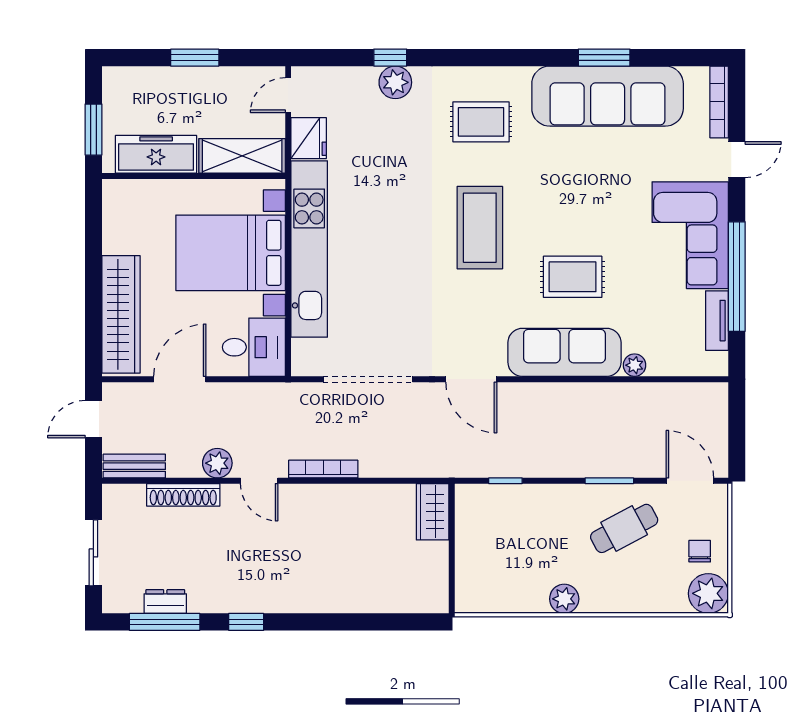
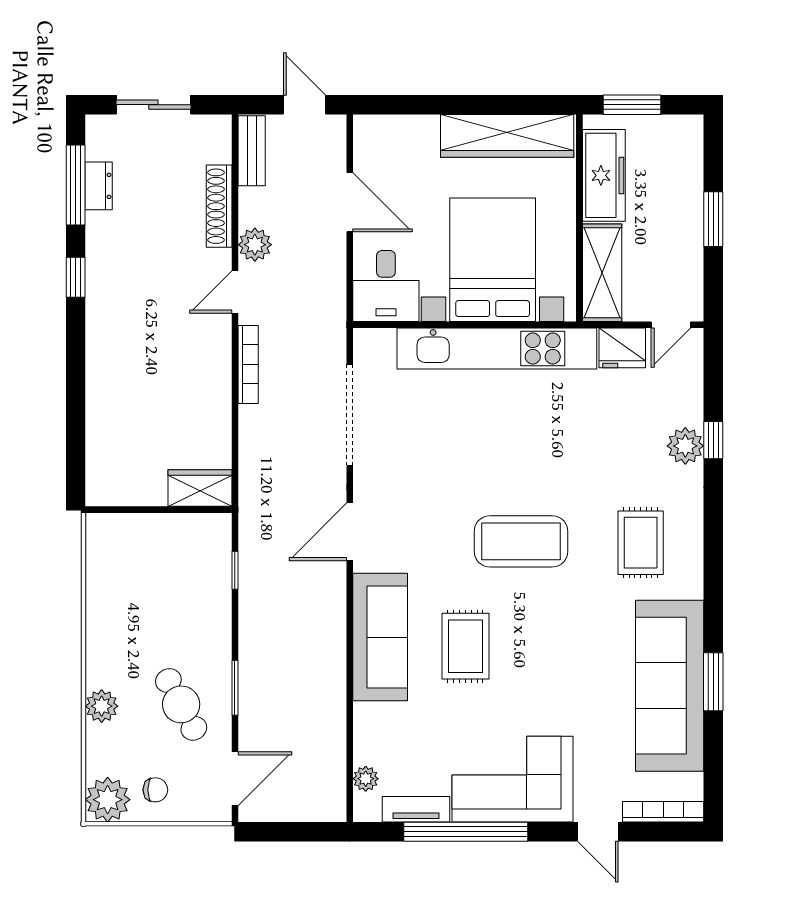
door: (288, 95) -> (671, 325), swing flipped
wardrobe: (121, 314) -> (507, 136), moved
plant: (635, 365) -> (366, 779), moved
plant: (564, 599) -> (102, 706), moved

